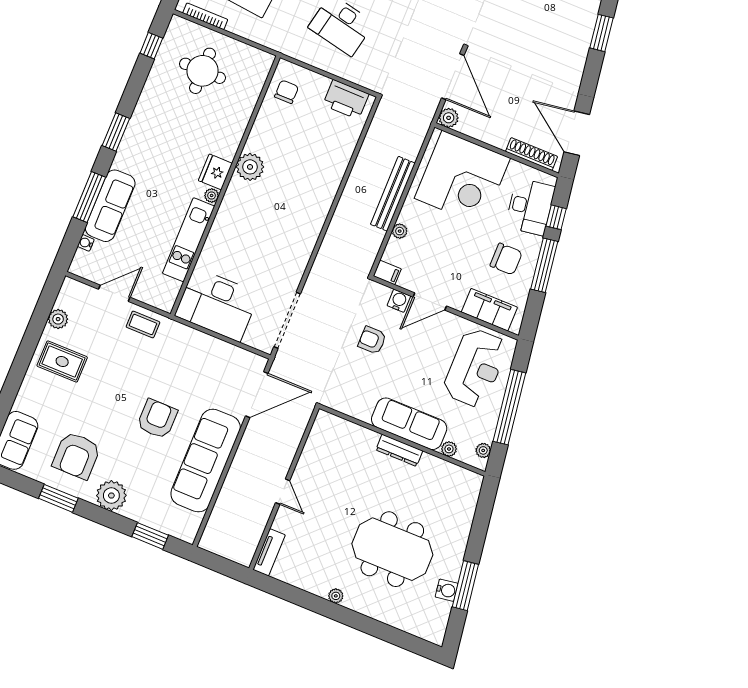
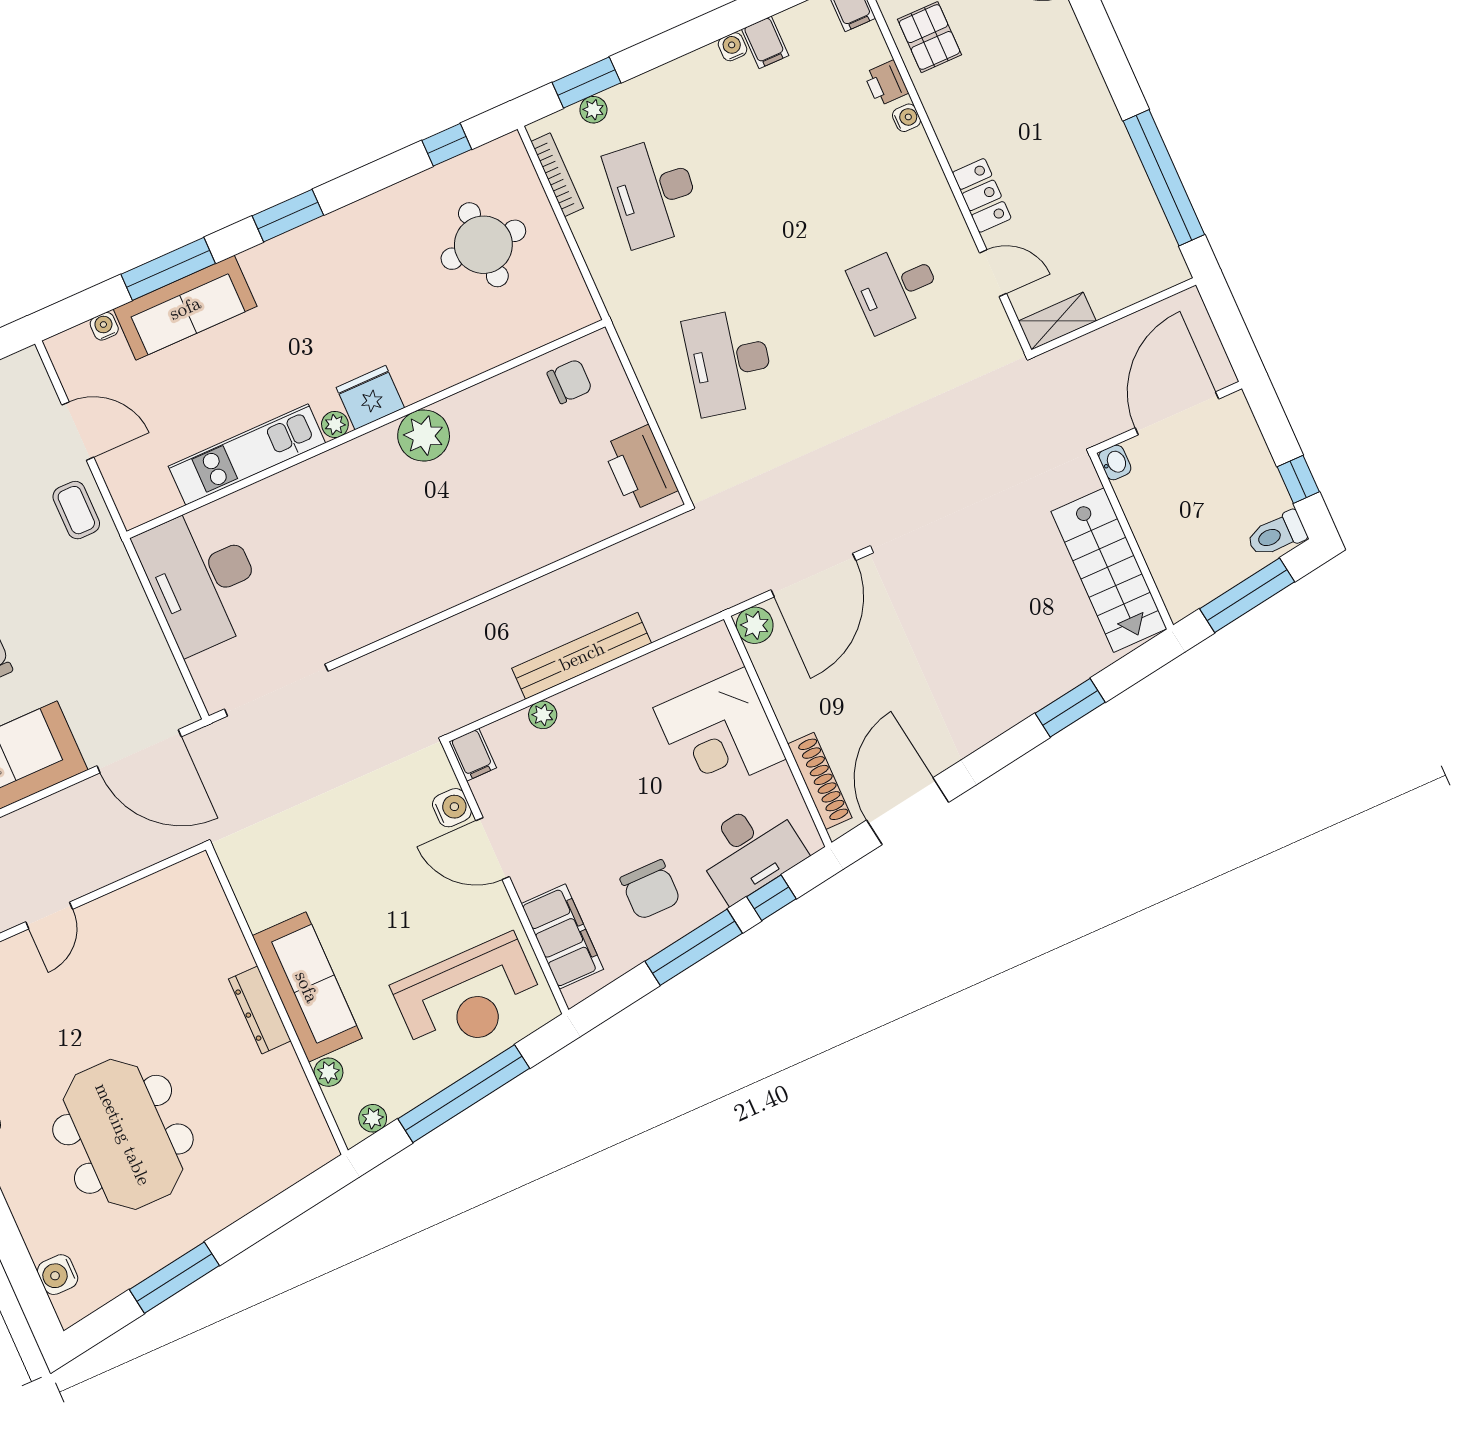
corner desk: (462, 178) -> (720, 733), width x0.74, depth x0.74
armchair: (372, 340) -> (365, 827), removed
water cooler: (447, 590) -> (58, 1275), moved, turned 98

